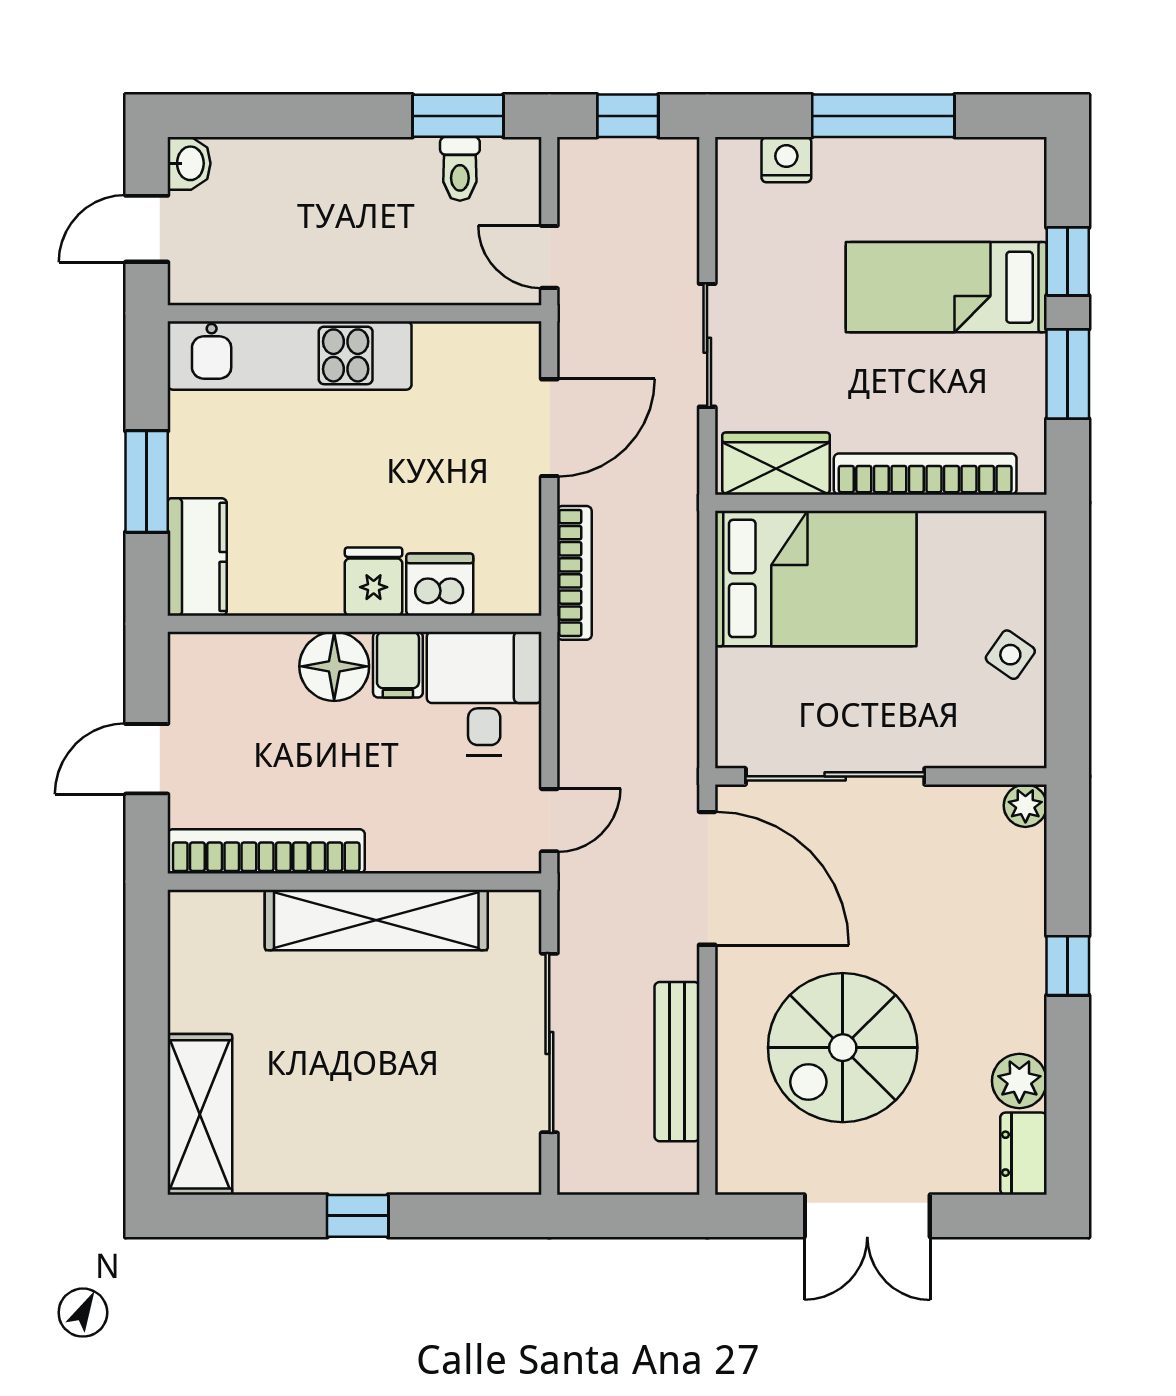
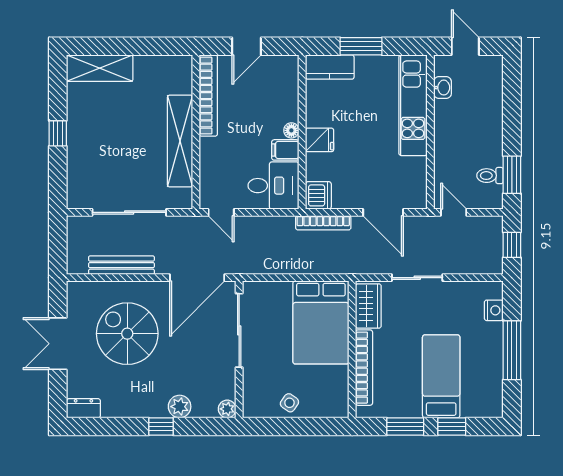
washbasin: (189, 163) -> (443, 88), moved, turned -90
door: (549, 257) -> (454, 212), hinge flipped
dishwasher: (440, 585) -> (318, 195), moved
floor lamp: (334, 666) -> (291, 130), width x0.53, depth x0.53
door: (147, 759) -> (246, 46), swing flipped
plant: (1019, 1081) -> (180, 407), moved

